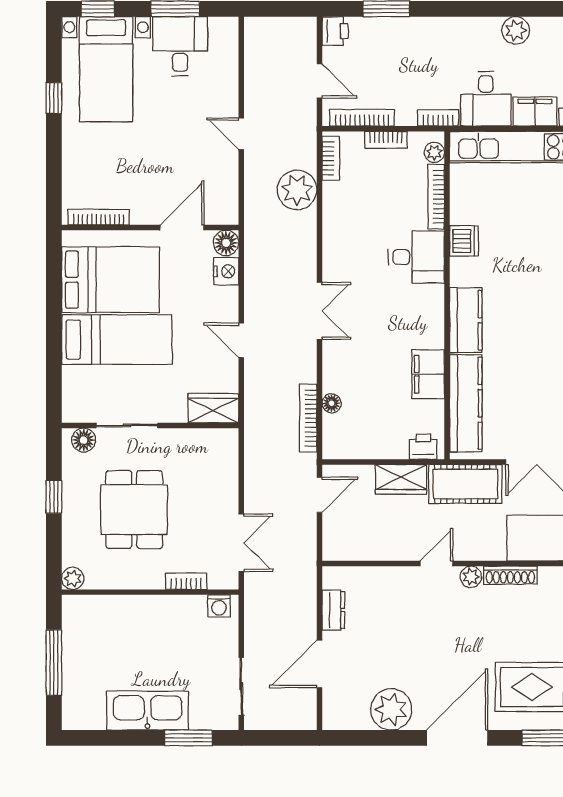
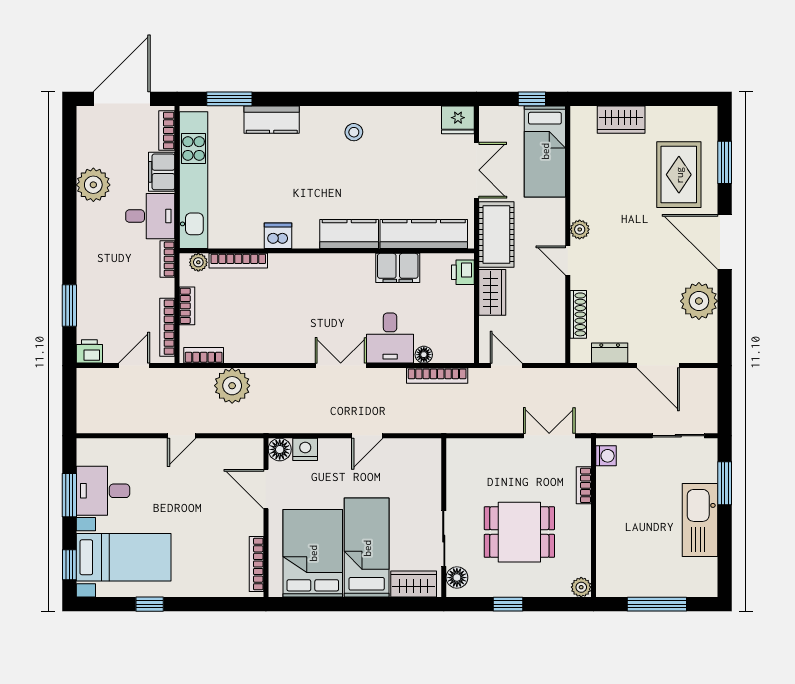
plant: (516, 30) -> (93, 185), width x1.36, depth x1.36
desk: (416, 257) -> (390, 338), moved, turned 180
wardrobe: (213, 408) -> (414, 584), moved, turned 90
shoe rack: (510, 575) -> (578, 314), moved

